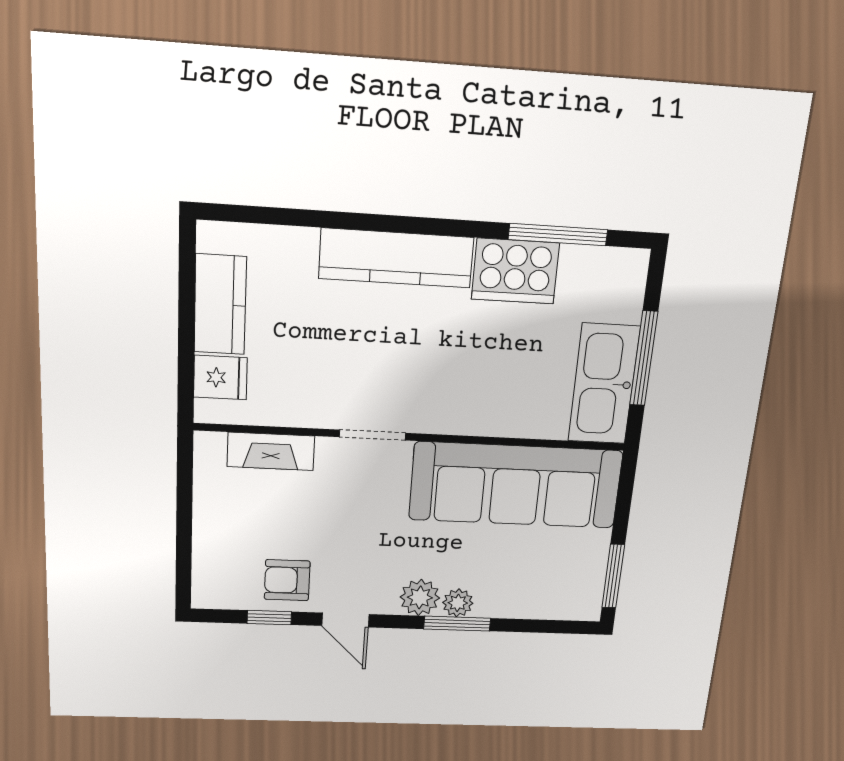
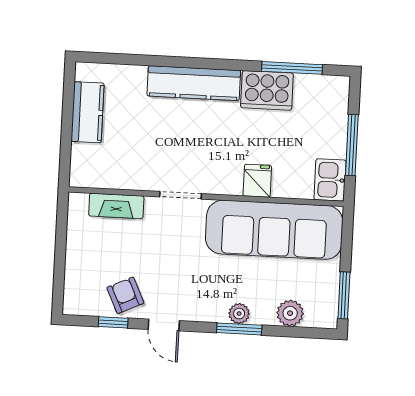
fridge: (220, 377) -> (257, 181), moved, turned -90
kitchen sink: (604, 384) -> (330, 180), width x0.53, depth x0.81
armchair: (287, 580) -> (125, 295), turned 65
plant: (420, 597) -> (290, 313), moved

